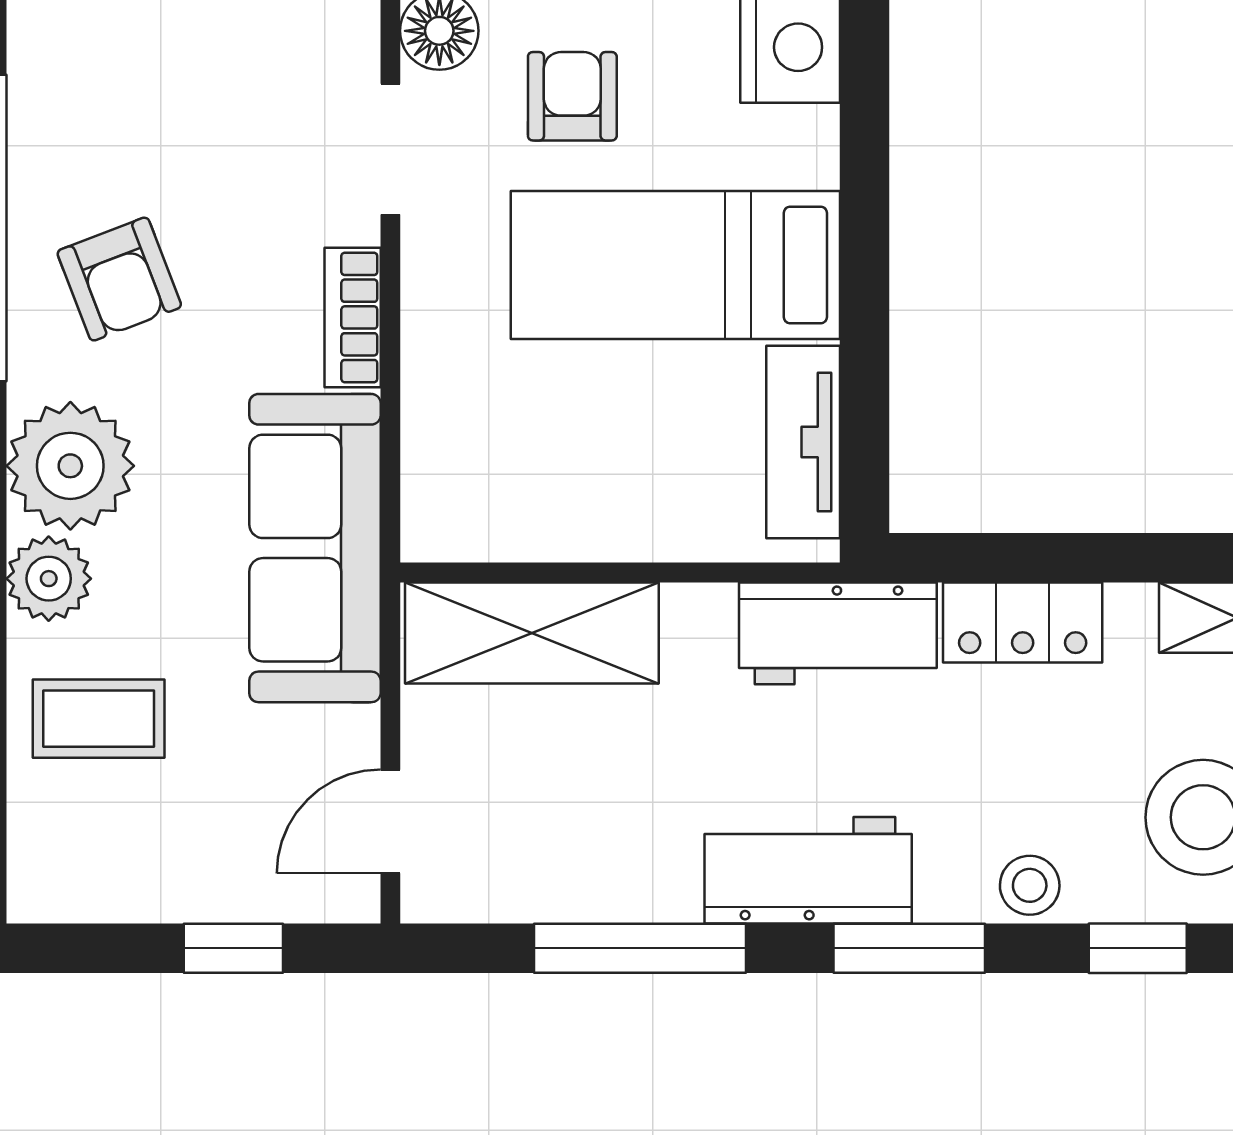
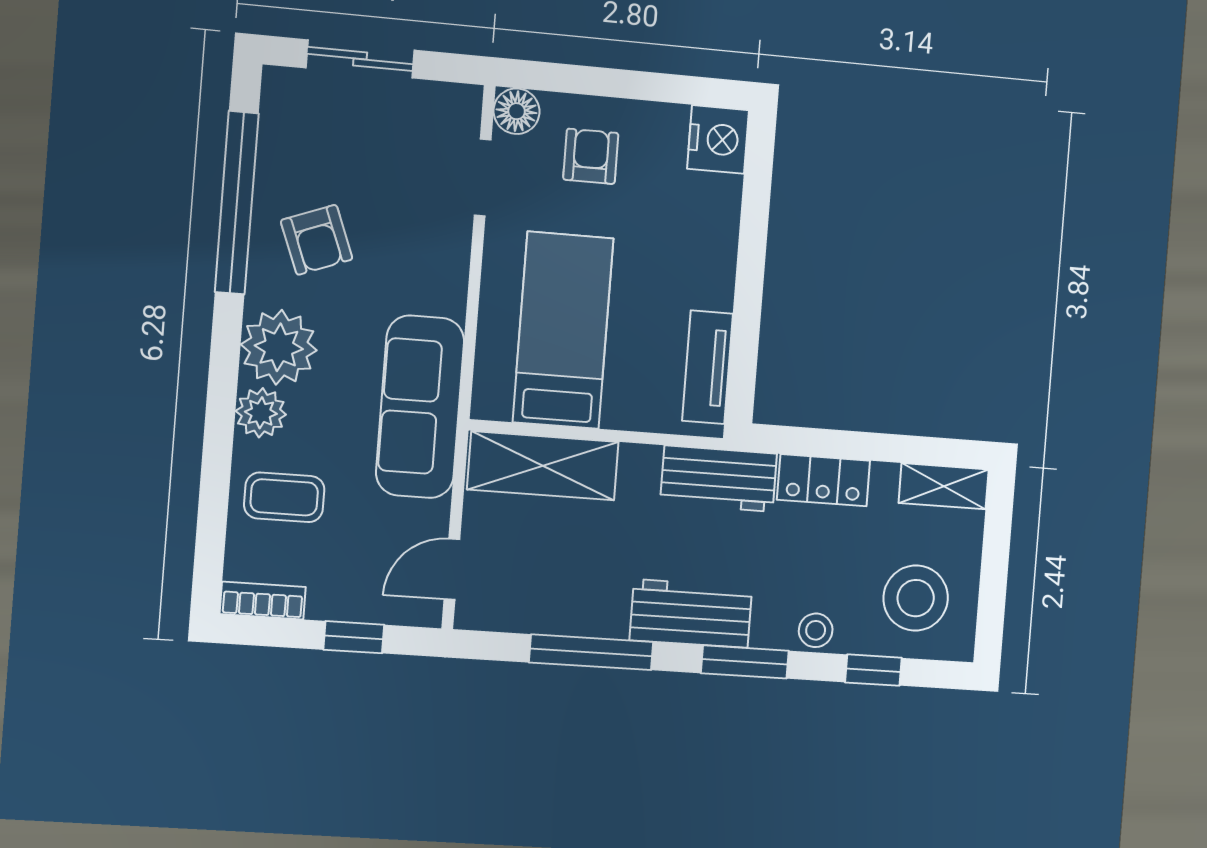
bed: (675, 265) -> (563, 330), moved, turned 90
bookcase: (353, 317) -> (263, 600), moved, turned 90

